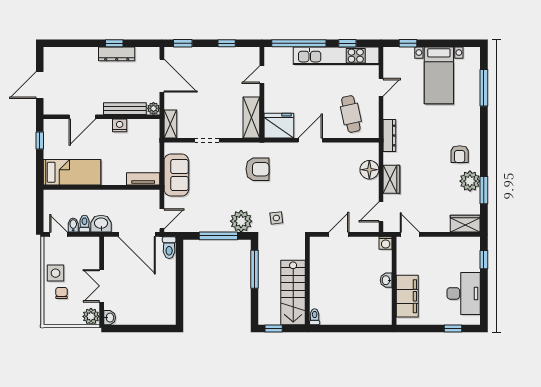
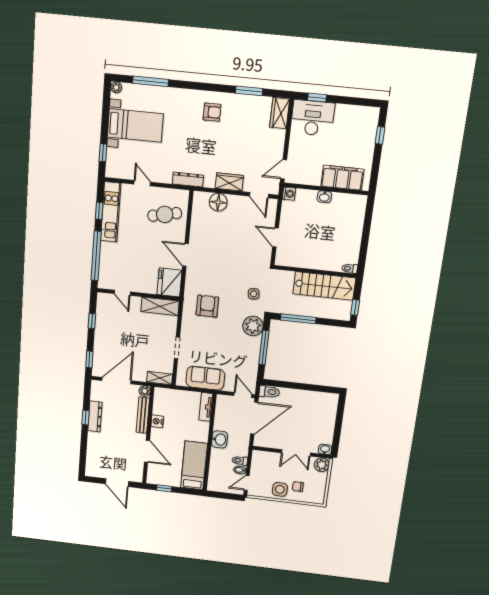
kitchen unit: (336, 56) -> (111, 212), width x0.73
plant: (470, 181) -> (116, 87), moved, width x0.53, depth x0.53
washbasin: (101, 224) -> (219, 439), moved, turned 180
desk: (464, 293) -> (312, 118), moved

